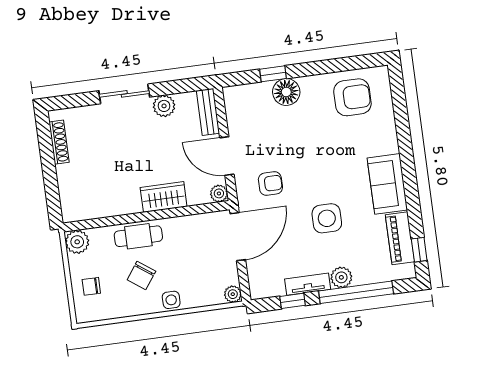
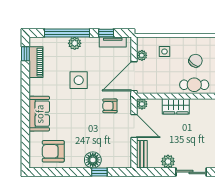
sofa: (387, 184) -> (39, 114), moved
tv unit: (308, 284) -> (113, 42), moved
plant: (233, 294) -> (142, 55), moved
side table: (171, 300) -> (164, 52), moved

